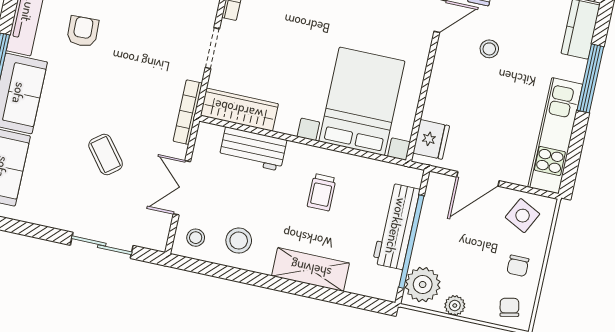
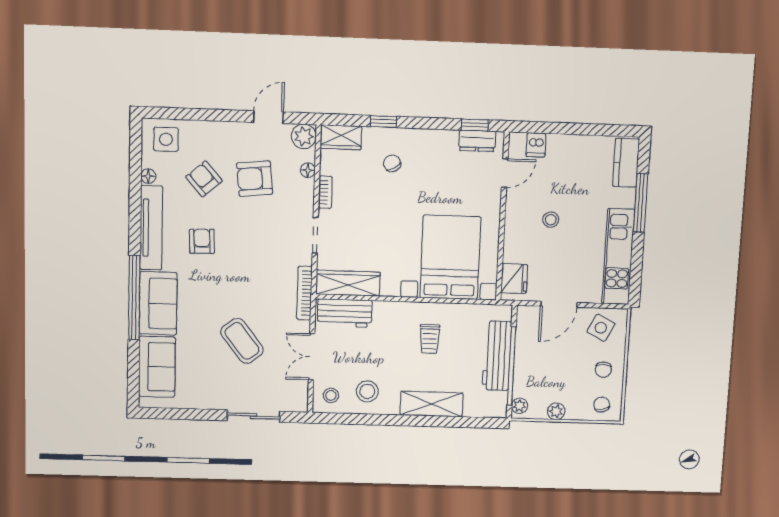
stool: (489, 49) -> (551, 220), moved
workbench: (253, 149) -> (345, 313), moved
coffee table: (106, 154) -> (242, 341), width x1.36, depth x1.30
plant: (423, 285) -> (519, 406), width x0.53, depth x0.53

